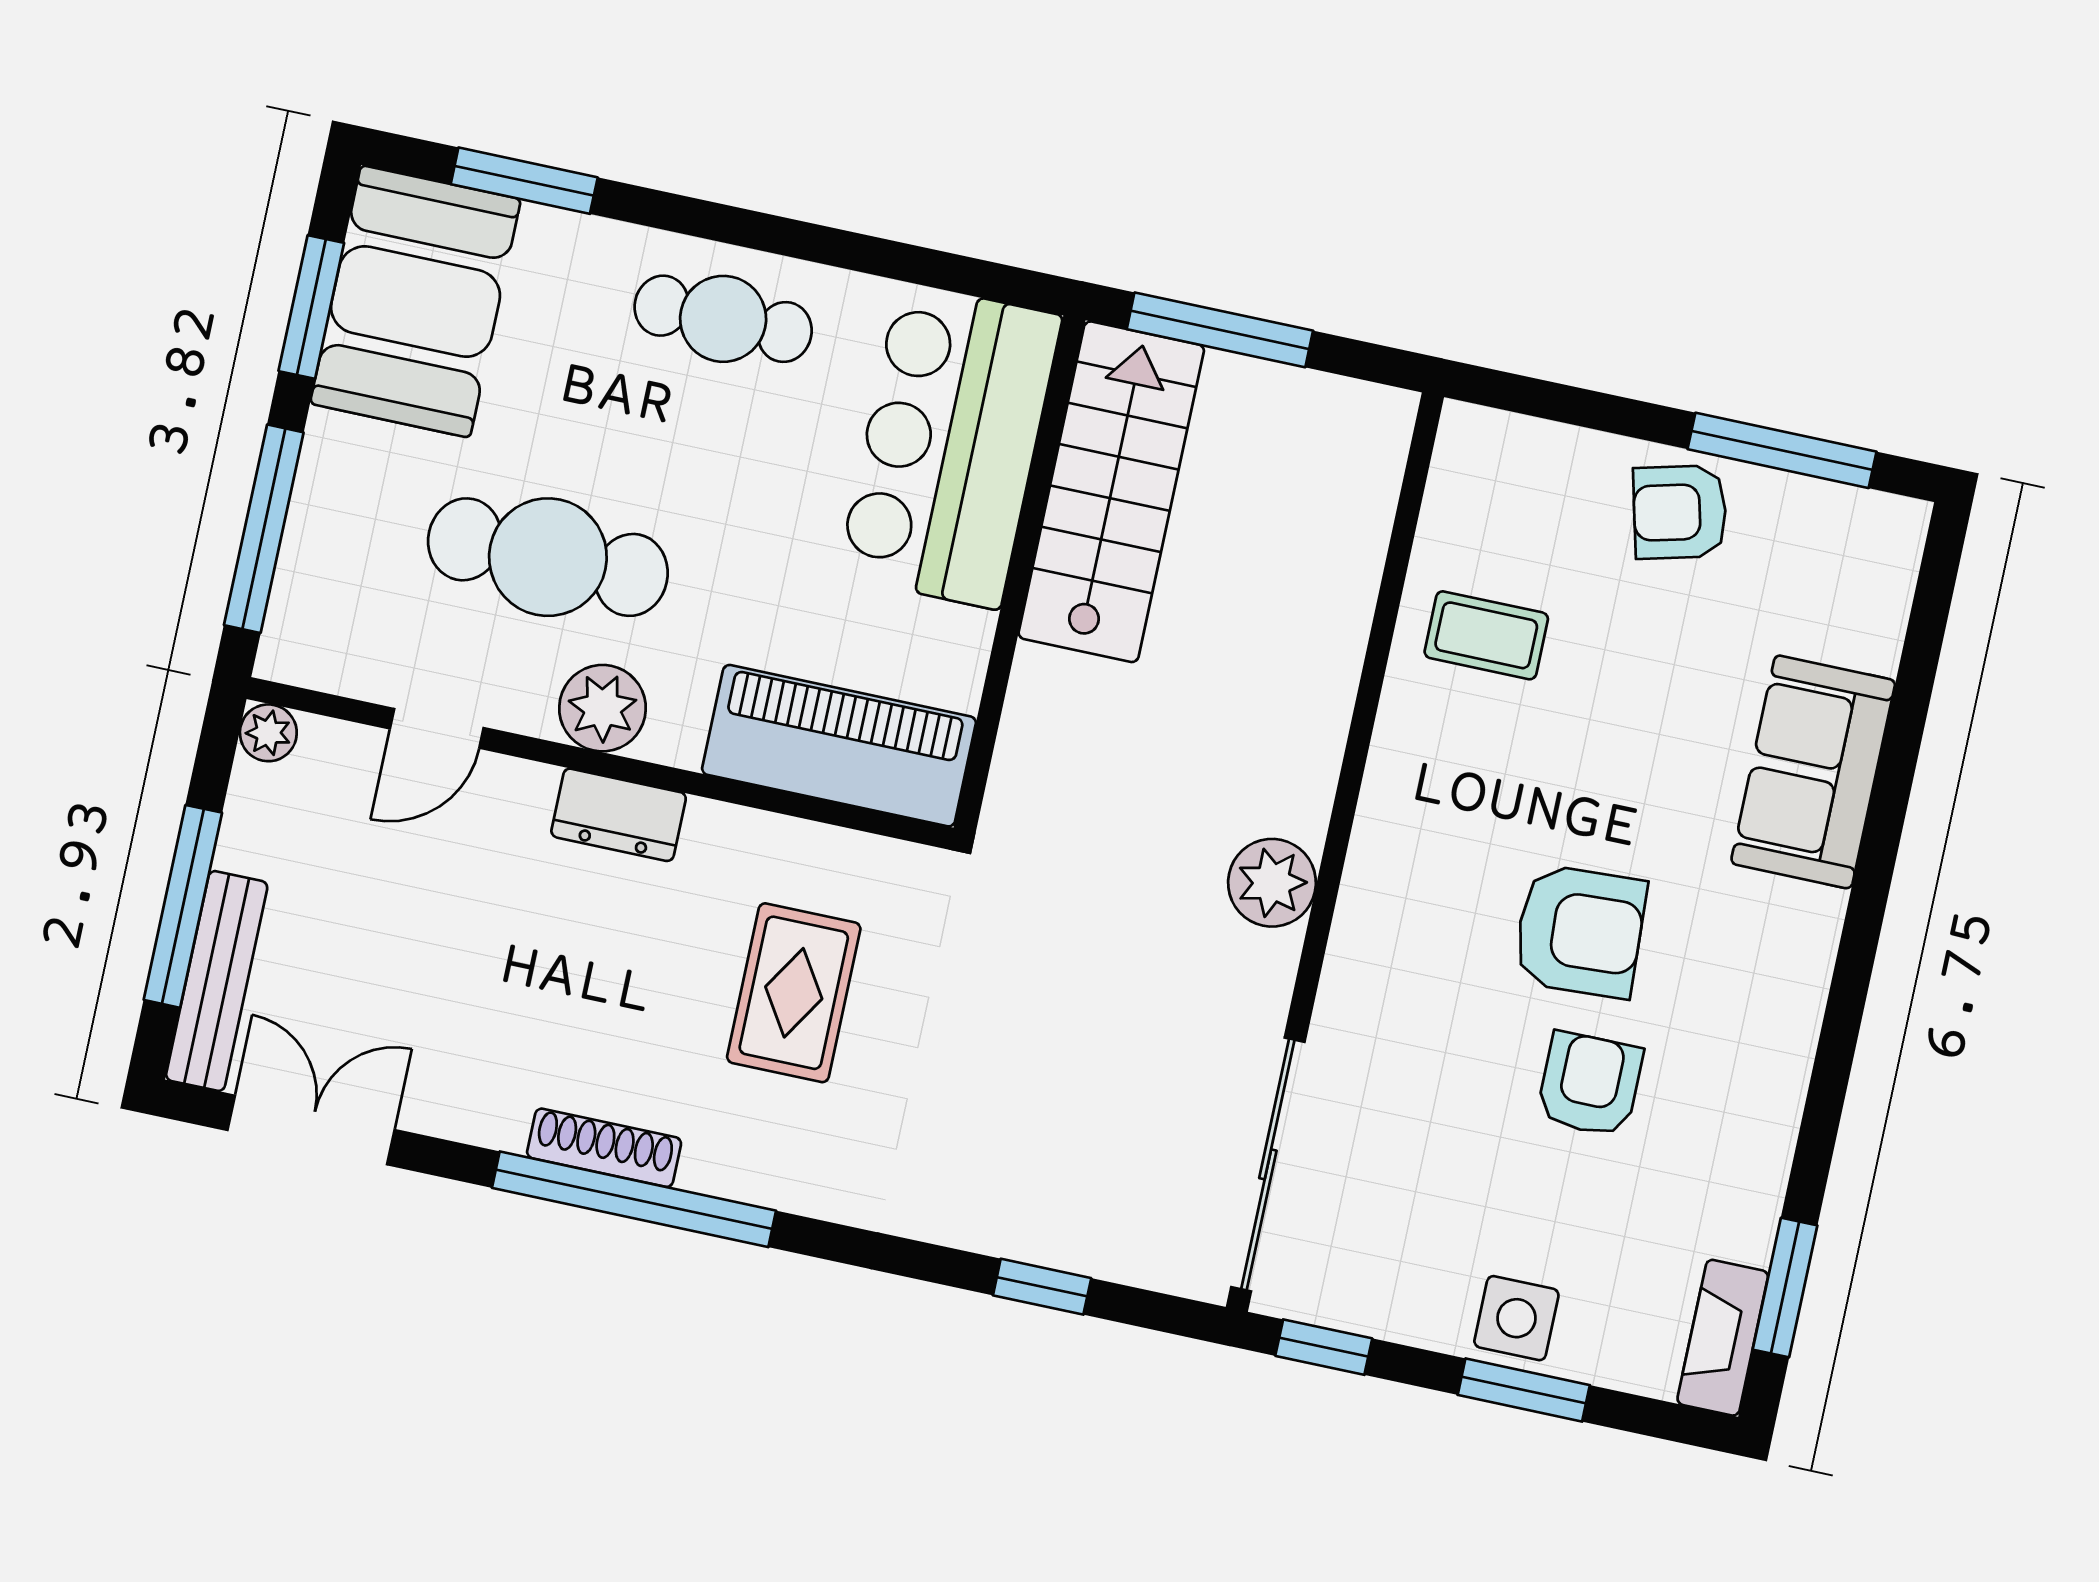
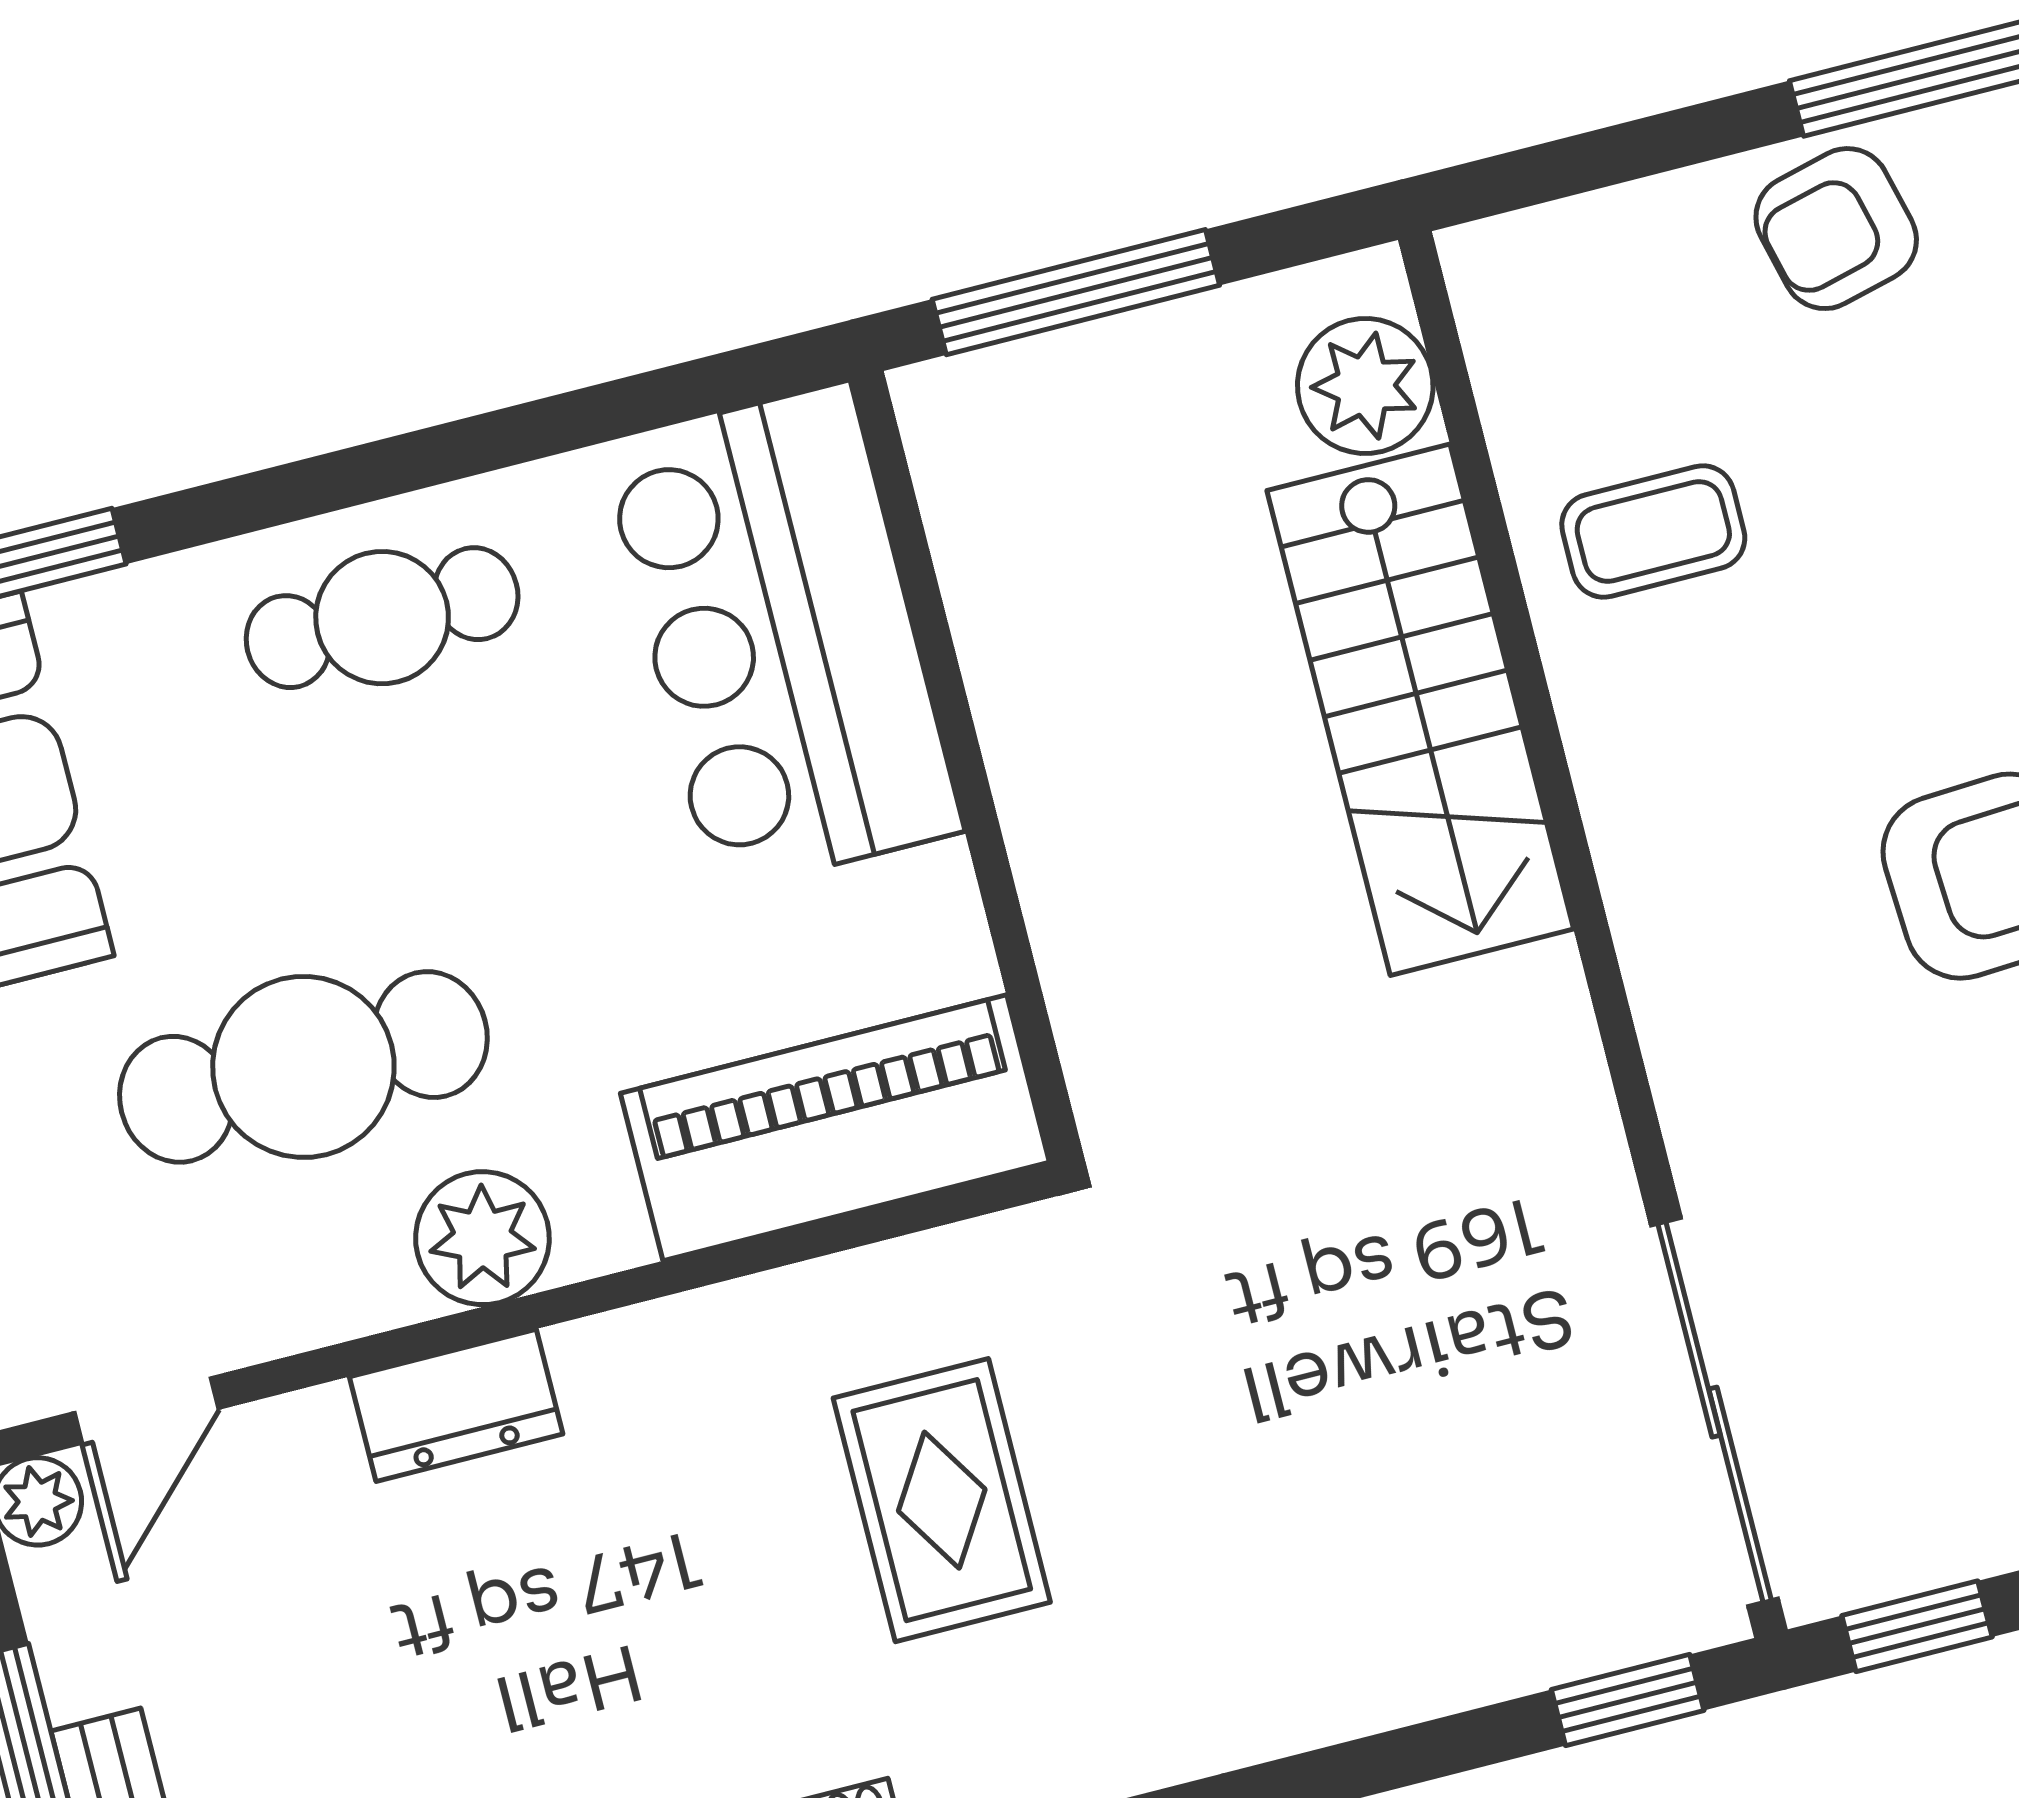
stairs: (1111, 492) -> (1420, 710), moved, turned 180
door: (437, 728) -> (146, 1411), moved
dresser: (619, 815) -> (456, 1405), moved
plant: (1272, 883) -> (1365, 386), moved
window: (1042, 1287) -> (1628, 1700), moved

